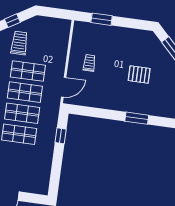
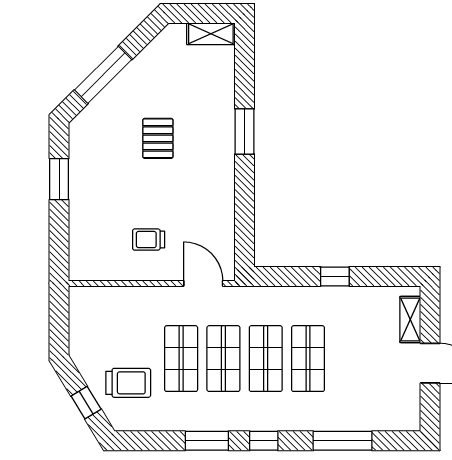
window: (102, 19) -> (59, 179), moved
trolley: (19, 43) -> (128, 383), turned 180
window: (61, 136) -> (335, 276), moved
shelving: (32, 188) -> (410, 320), added

